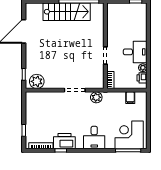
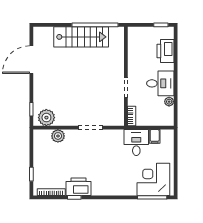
printer: (142, 78) -> (166, 51), moved, width x1.87, depth x1.48
plant: (96, 97) -> (58, 136), moved
desk: (94, 138) -> (136, 143), moved, turned 180

